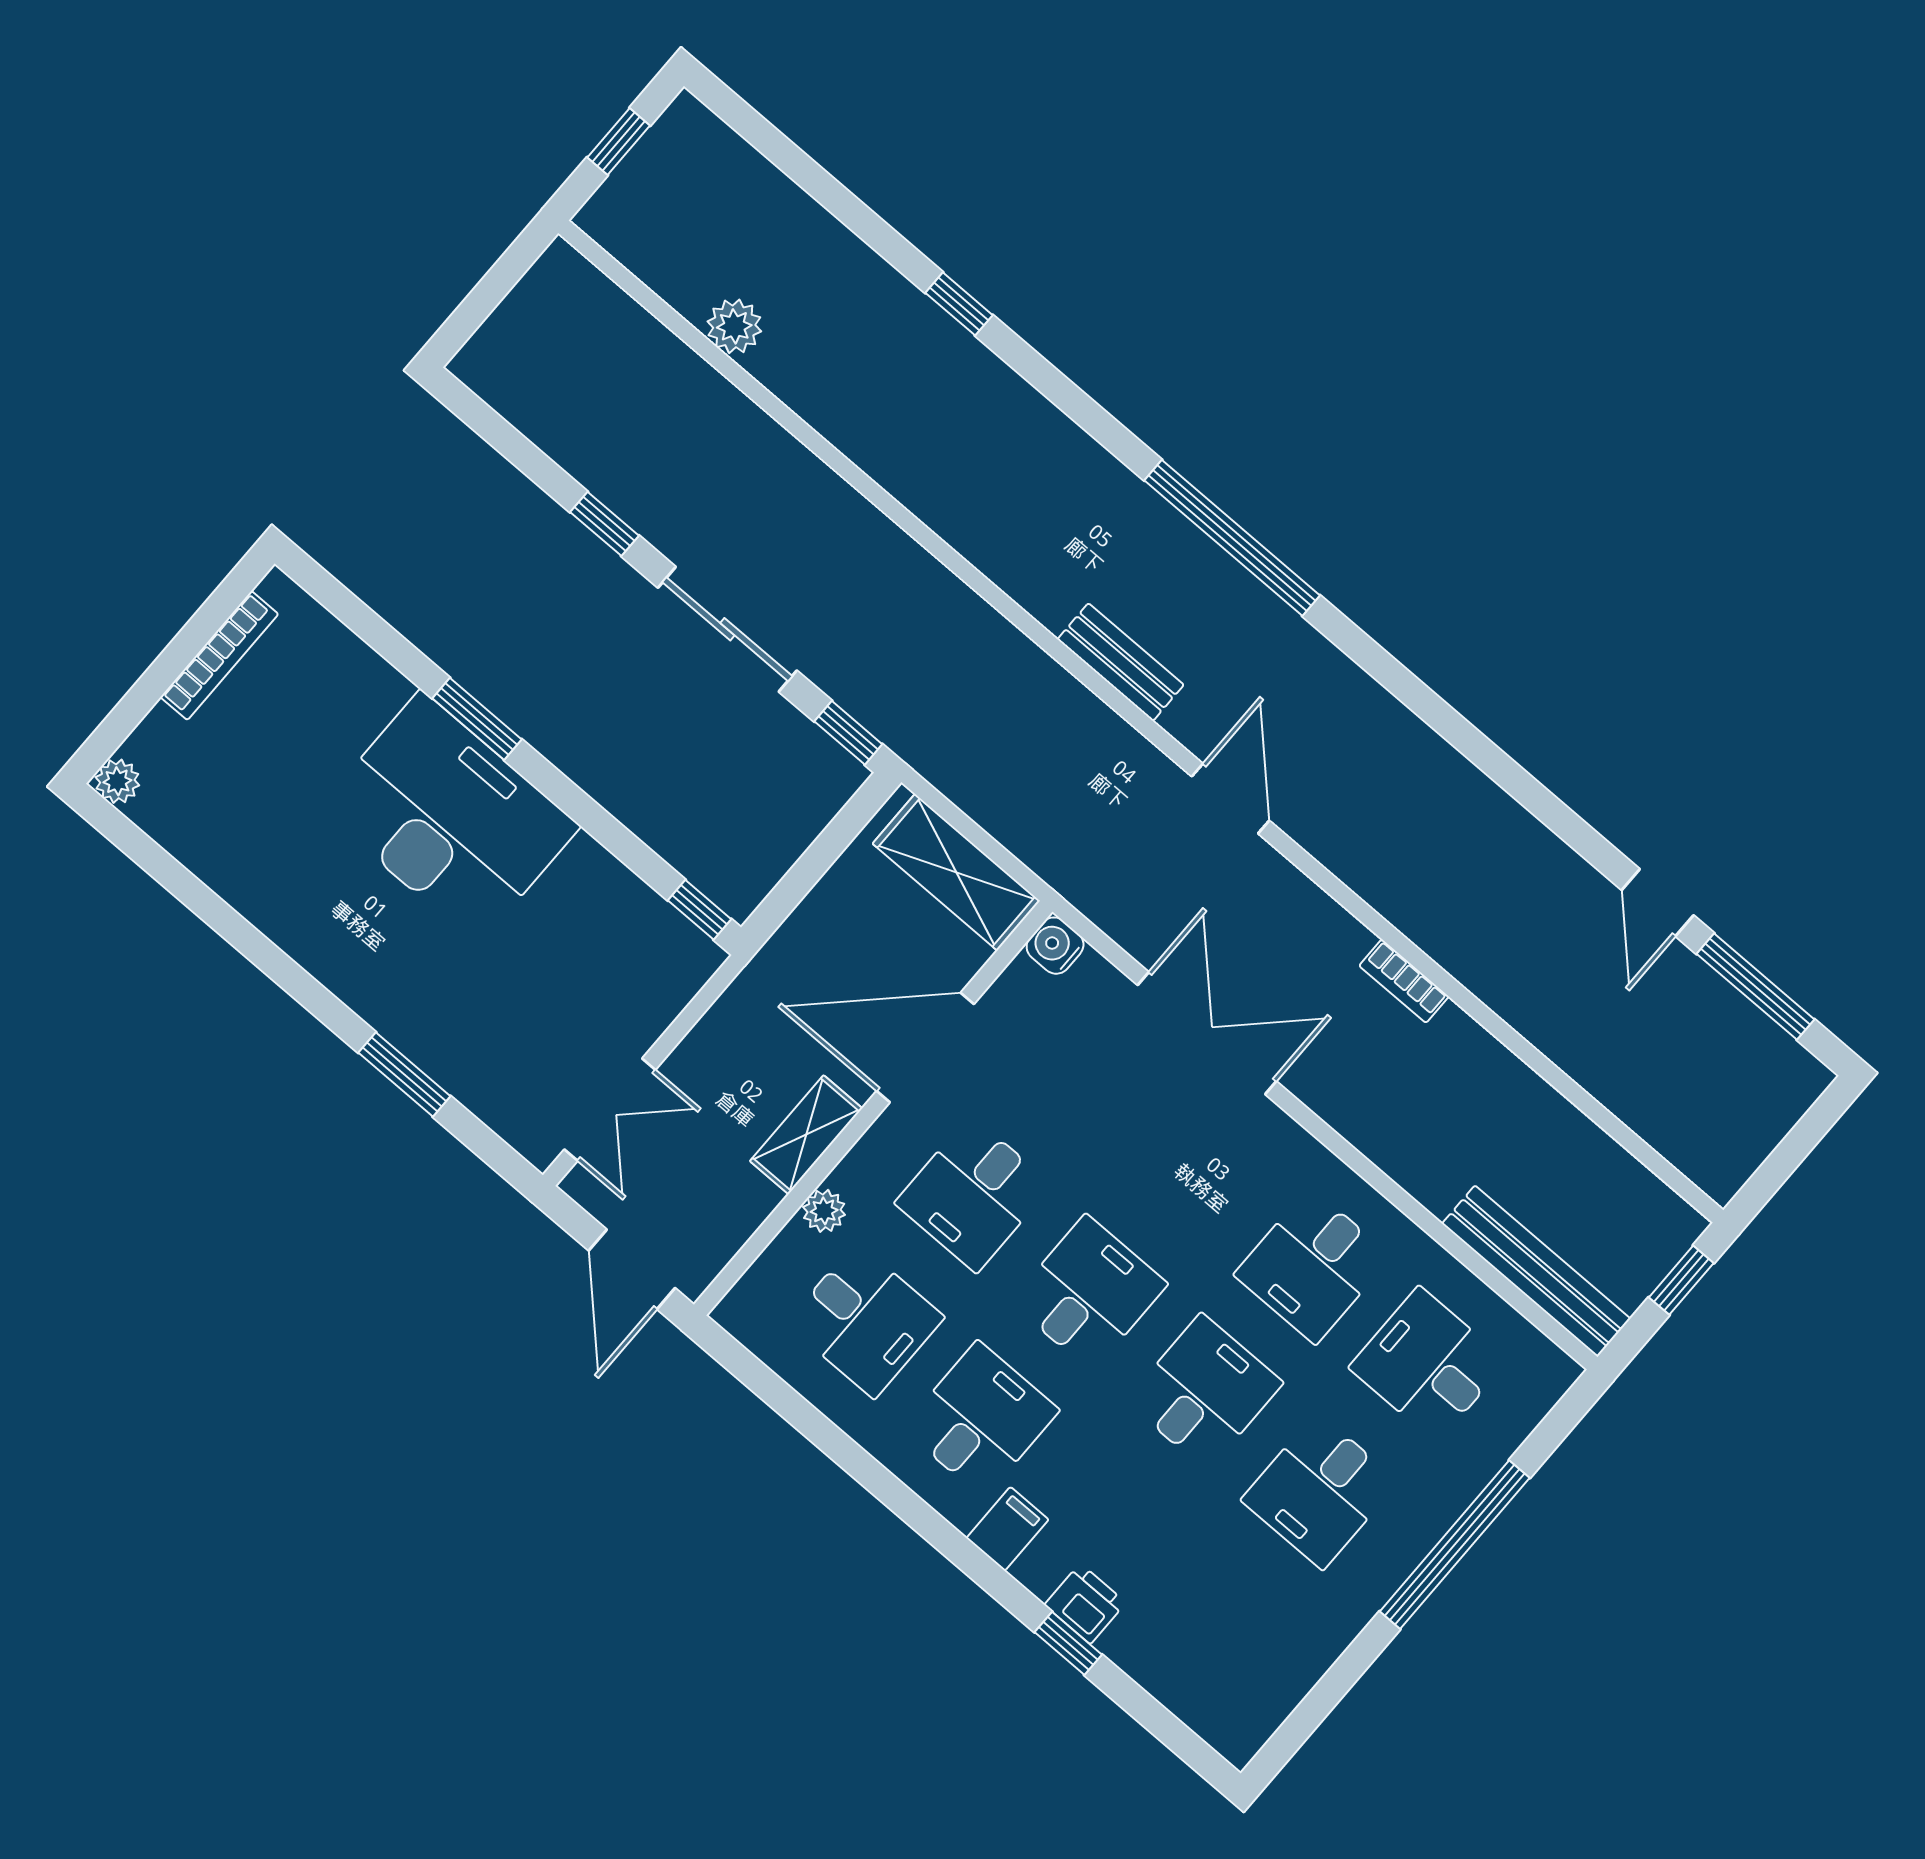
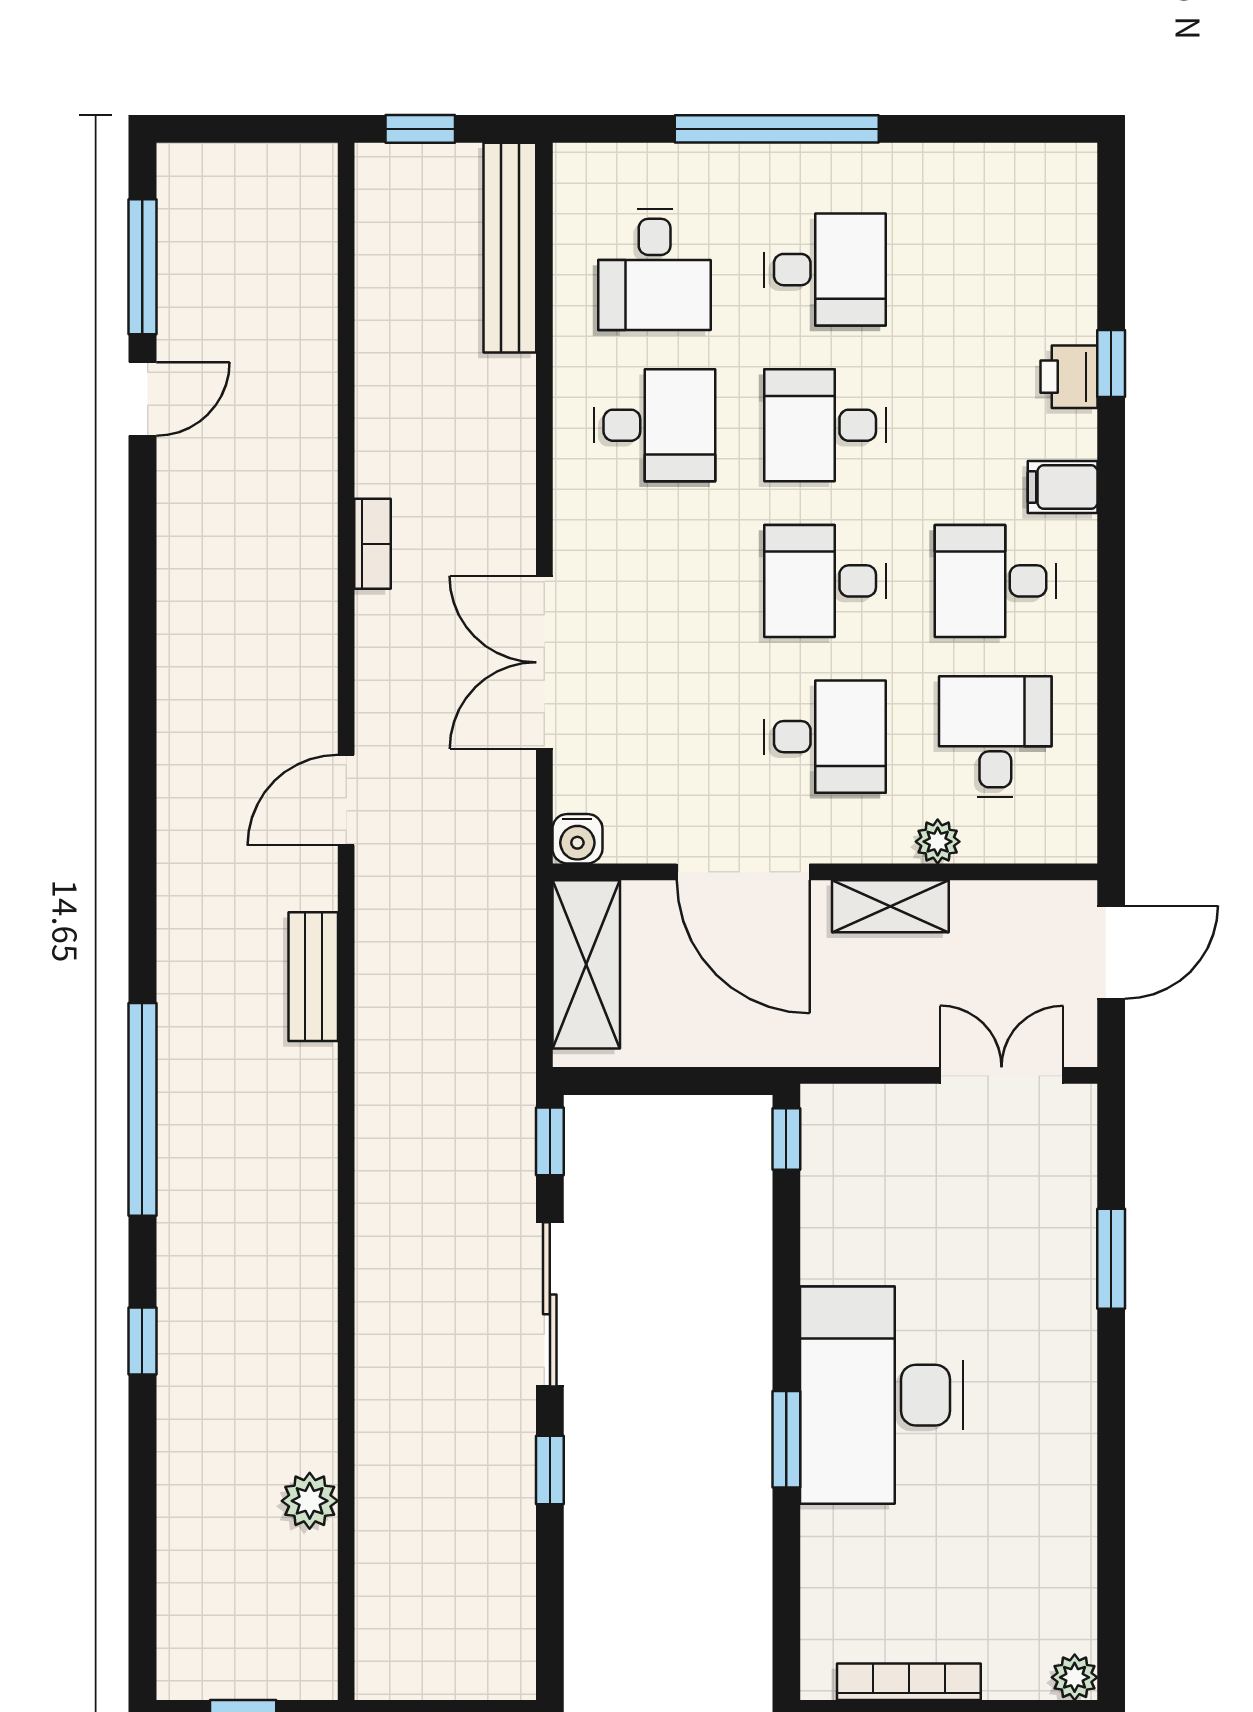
window: (1232, 538) -> (142, 1109), moved

